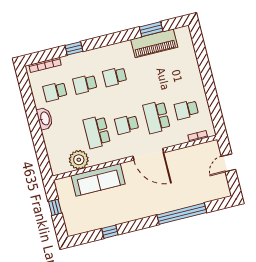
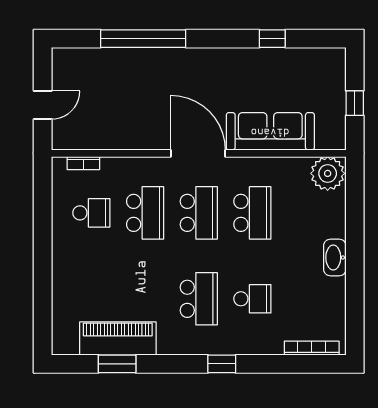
window: (74, 48) -> (222, 364), moved
school desk: (115, 77) -> (199, 299), width x1.85
school desk: (55, 92) -> (306, 299), removed
school desk: (127, 125) -> (199, 213), width x1.85
door: (148, 154) -> (198, 153), moved
plant: (79, 160) -> (328, 173), moved

